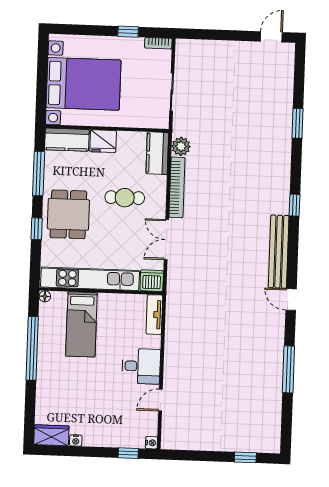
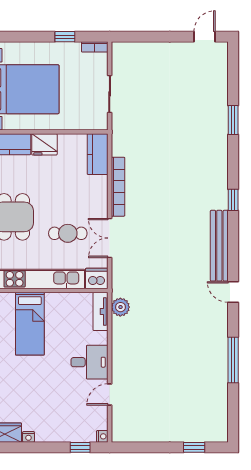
plant: (181, 146) -> (120, 307), moved
cafe table: (125, 198) -> (68, 233), moved

